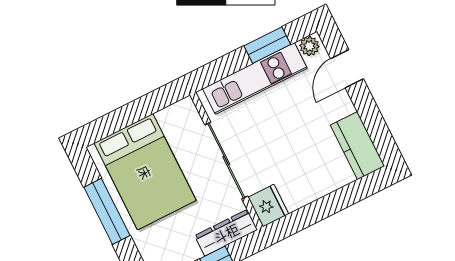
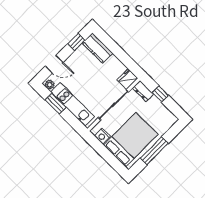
nightstand: (171, 117) -> (102, 136), added
window: (377, 128) -> (76, 42), added
kitchen counter: (357, 146) -> (97, 48), moved, turned 90
dresser: (226, 233) -> (143, 91), width x0.70

